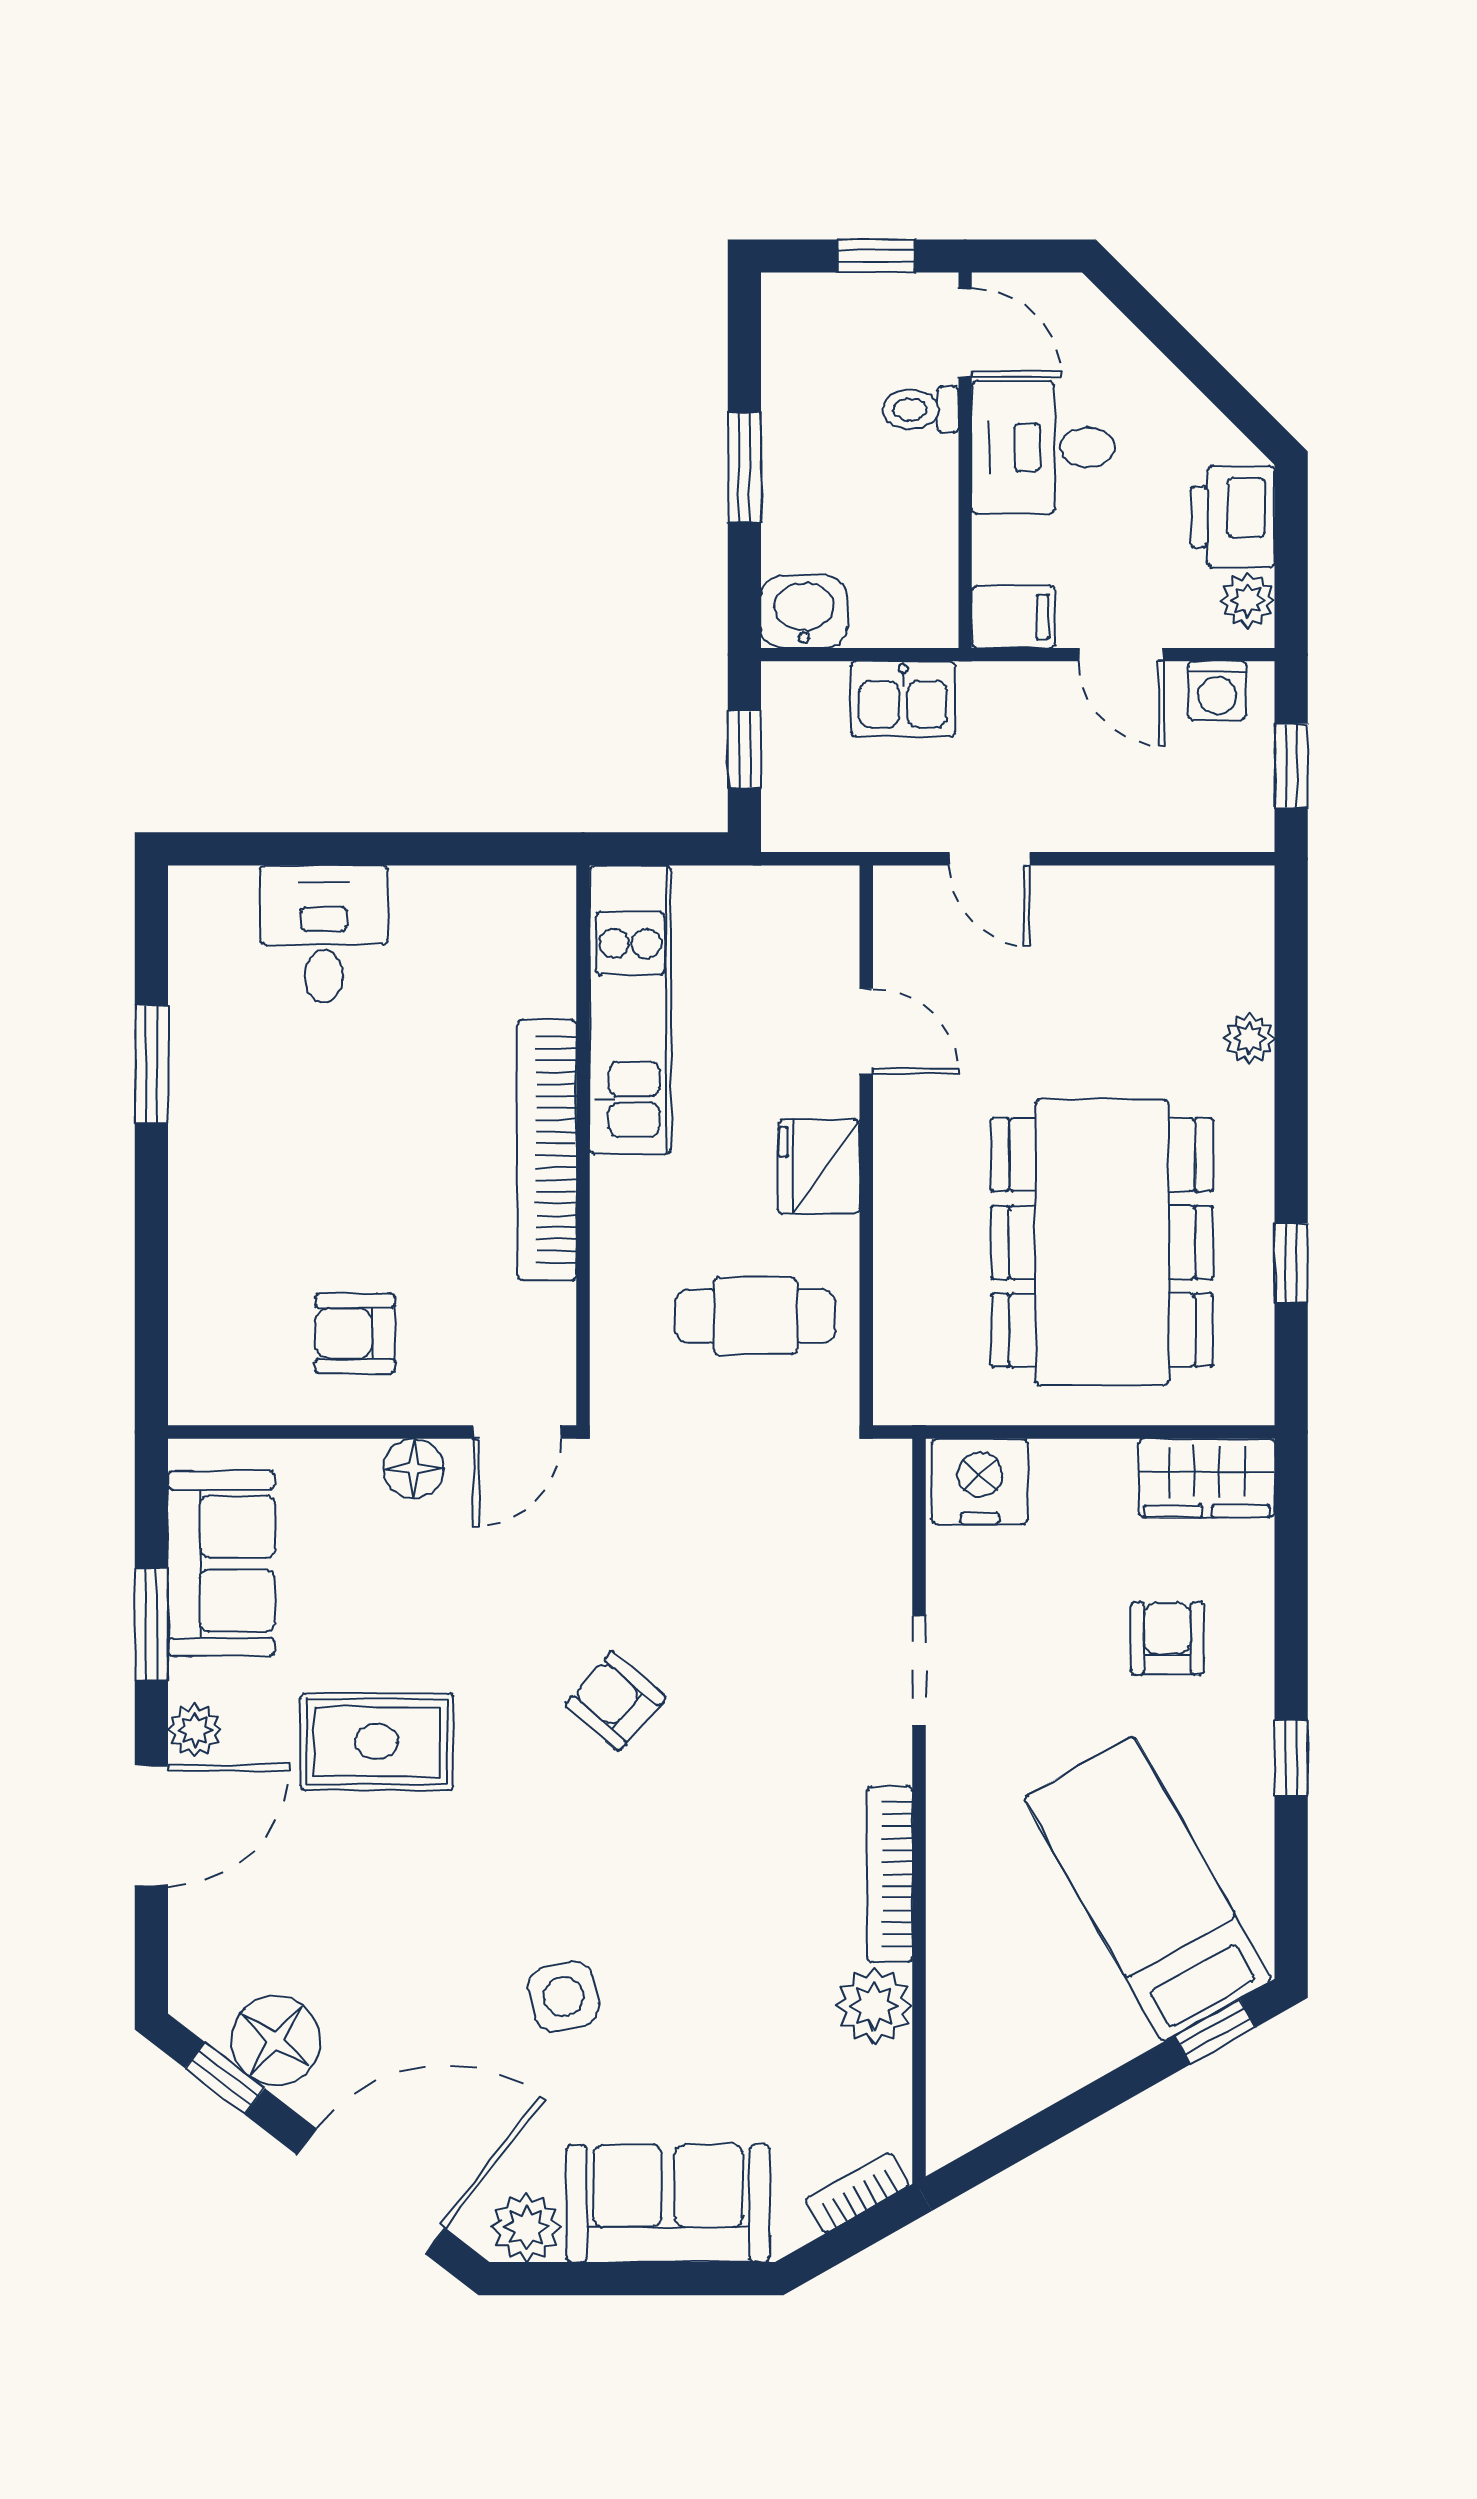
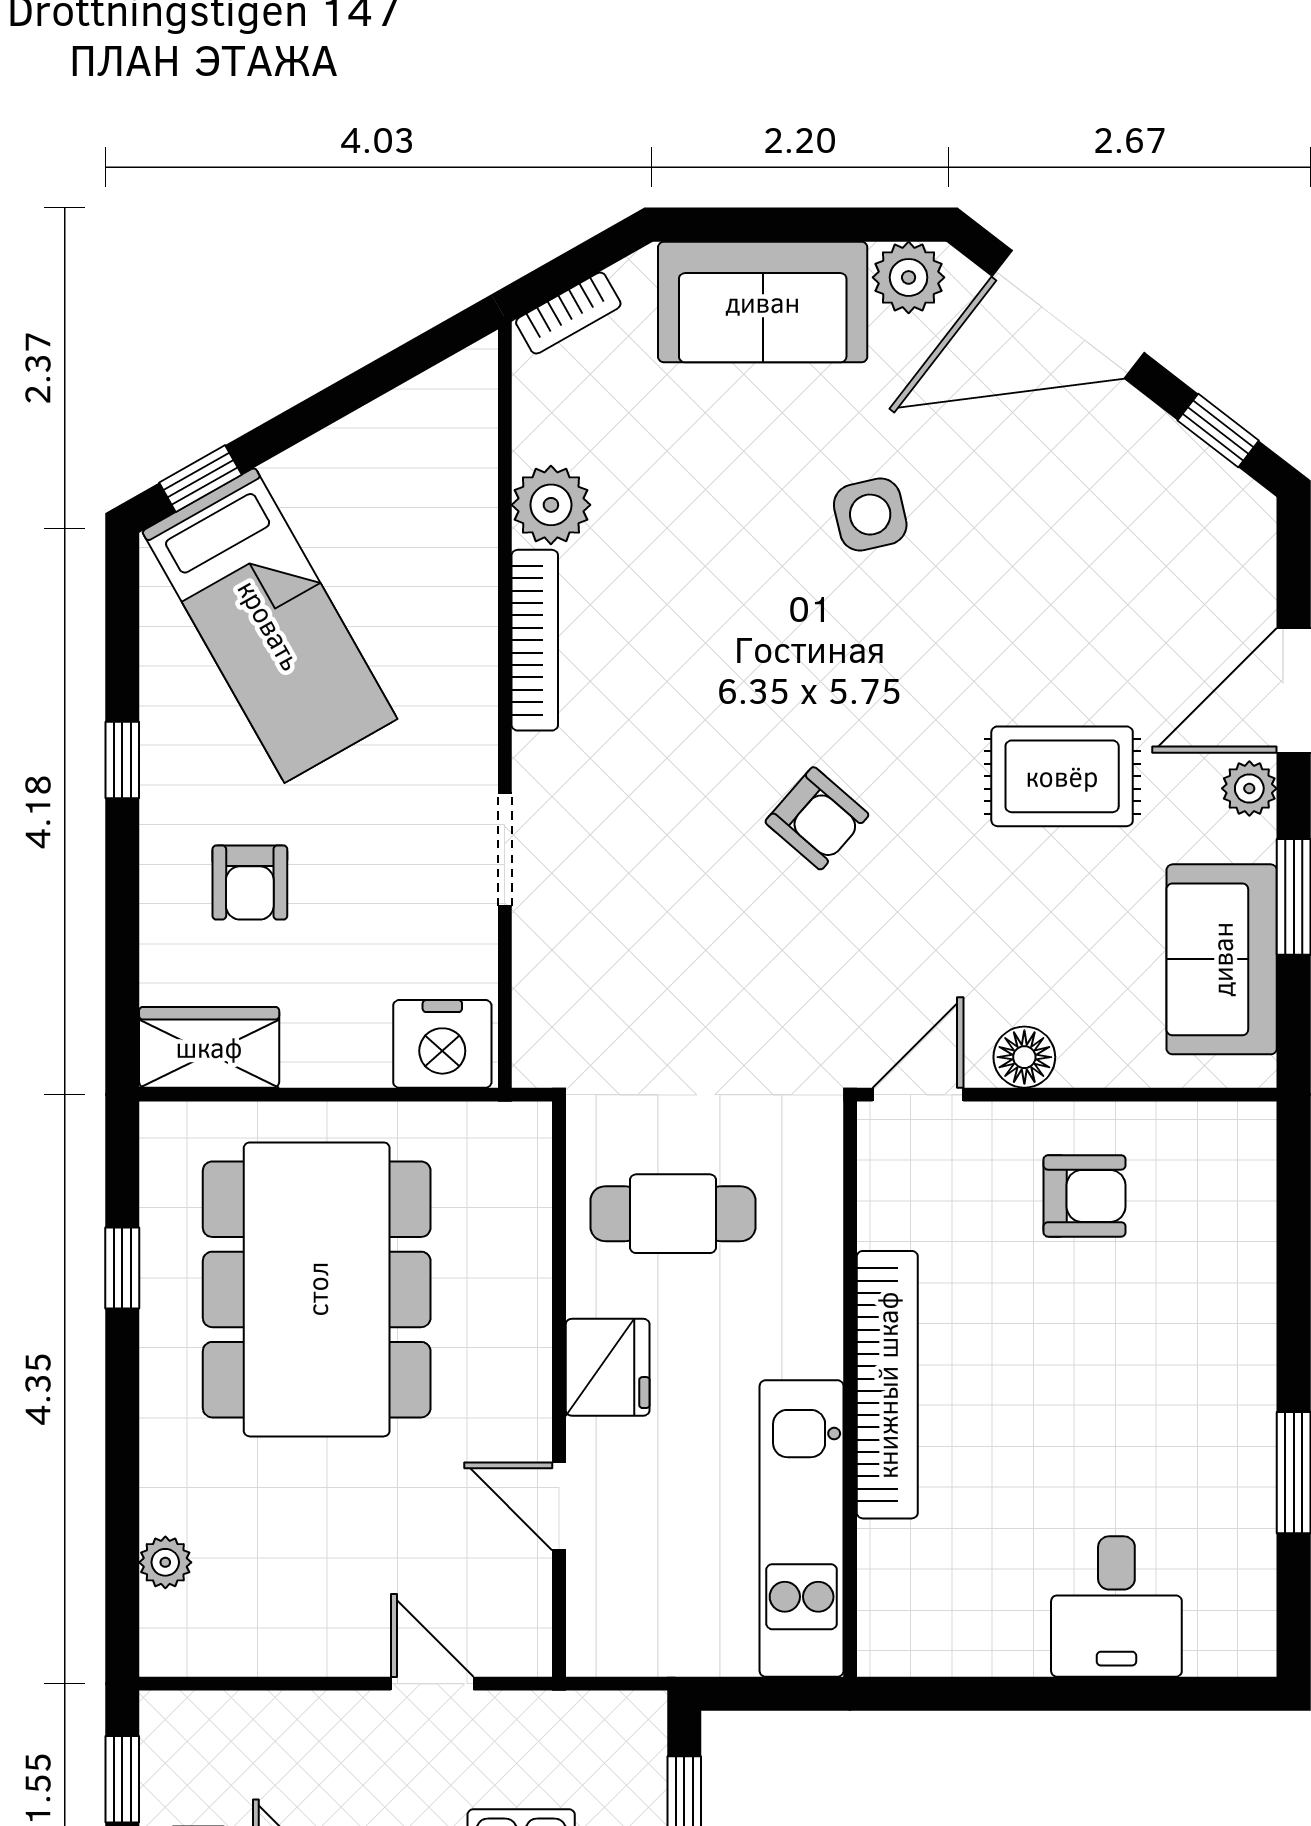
plant: (1249, 1038) -> (165, 1562), moved
floor lamp: (276, 2041) -> (1166, 469), removed

